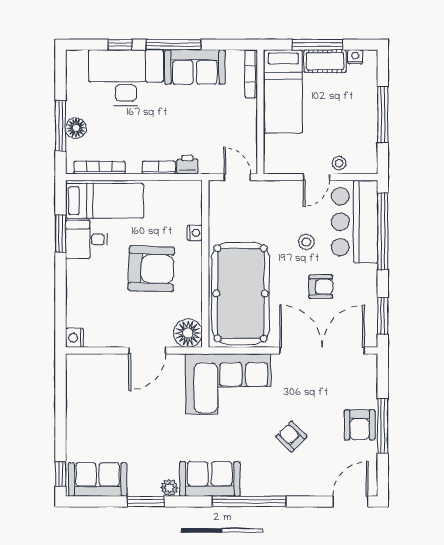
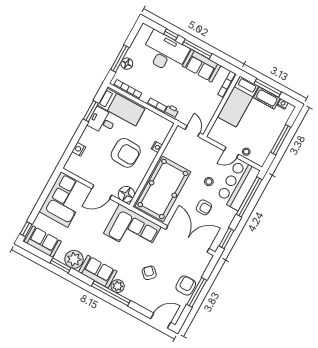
nightstand: (75, 338) -> (79, 149), moved
corner sofa: (95, 395) -> (64, 199), added
armchair: (360, 425) -> (186, 285), turned 180
plant: (253, 485) -> (118, 286), added
plant: (169, 488) -> (74, 259), width x1.88, depth x1.88

